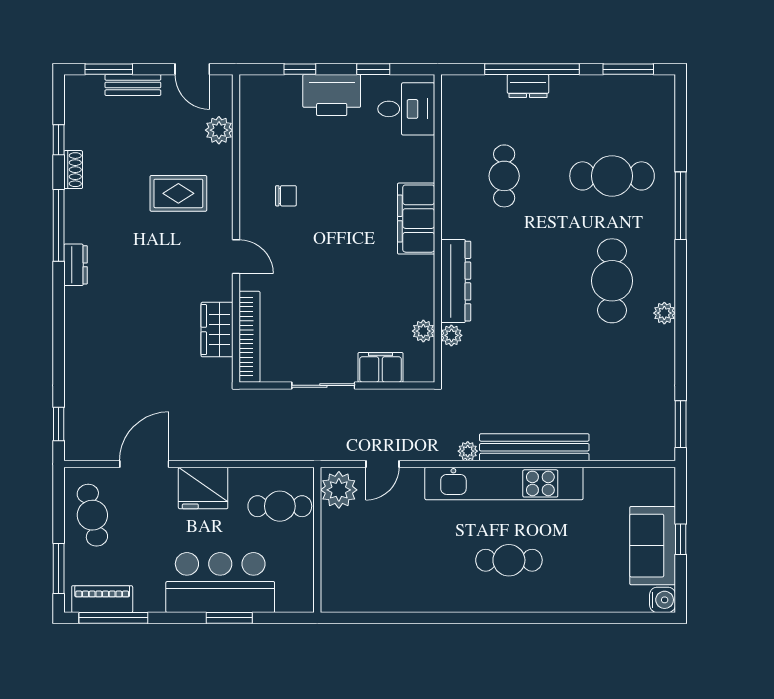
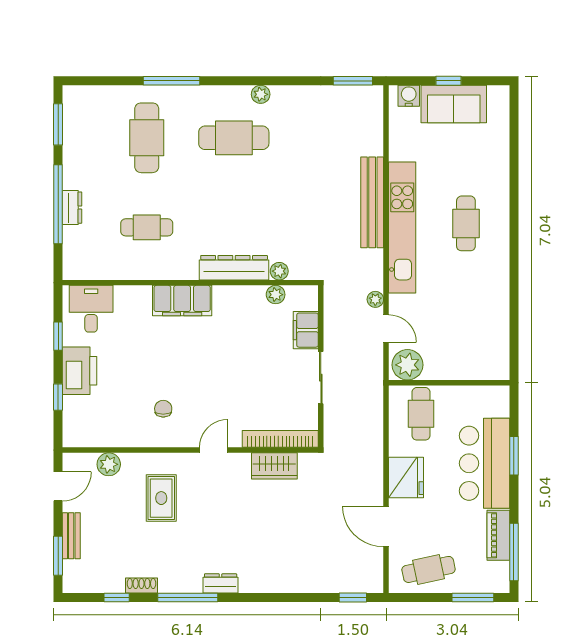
plant: (468, 451) -> (375, 299), moved
piano: (102, 599) -> (498, 535), moved
water cooler: (663, 600) -> (409, 96), moved

